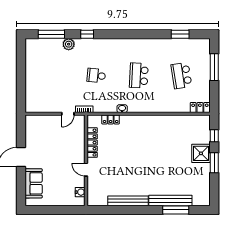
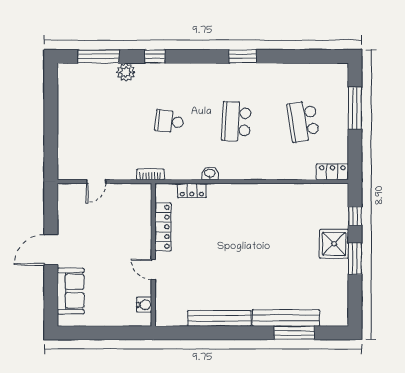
window: (180, 34) -> (243, 56), moved
door: (68, 114) -> (96, 182), moved

